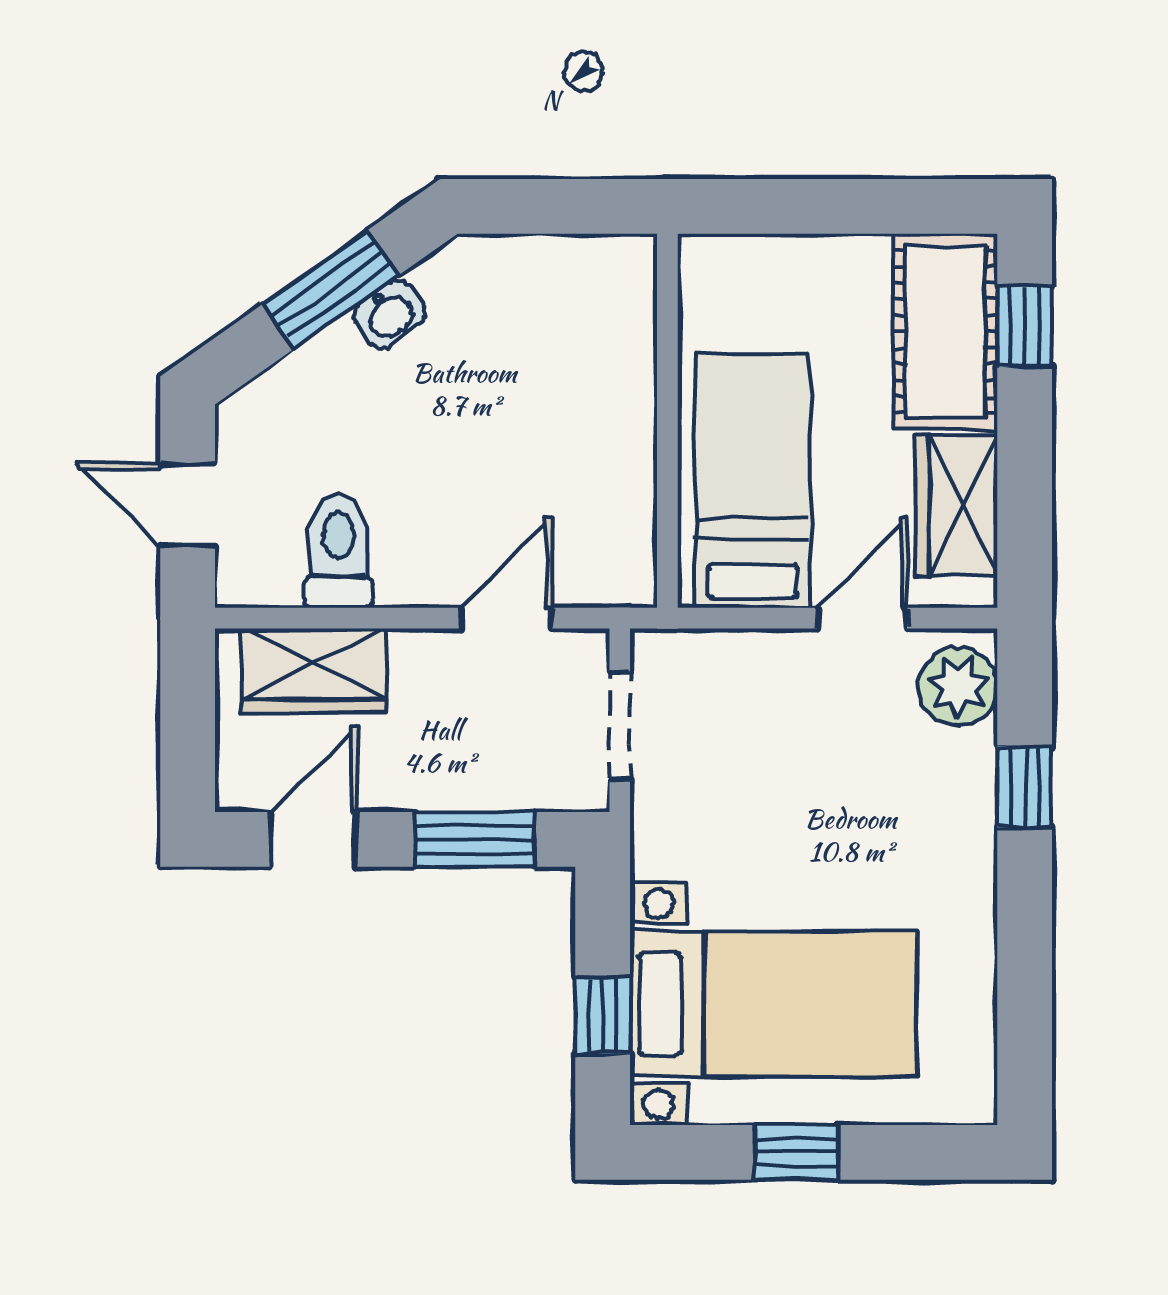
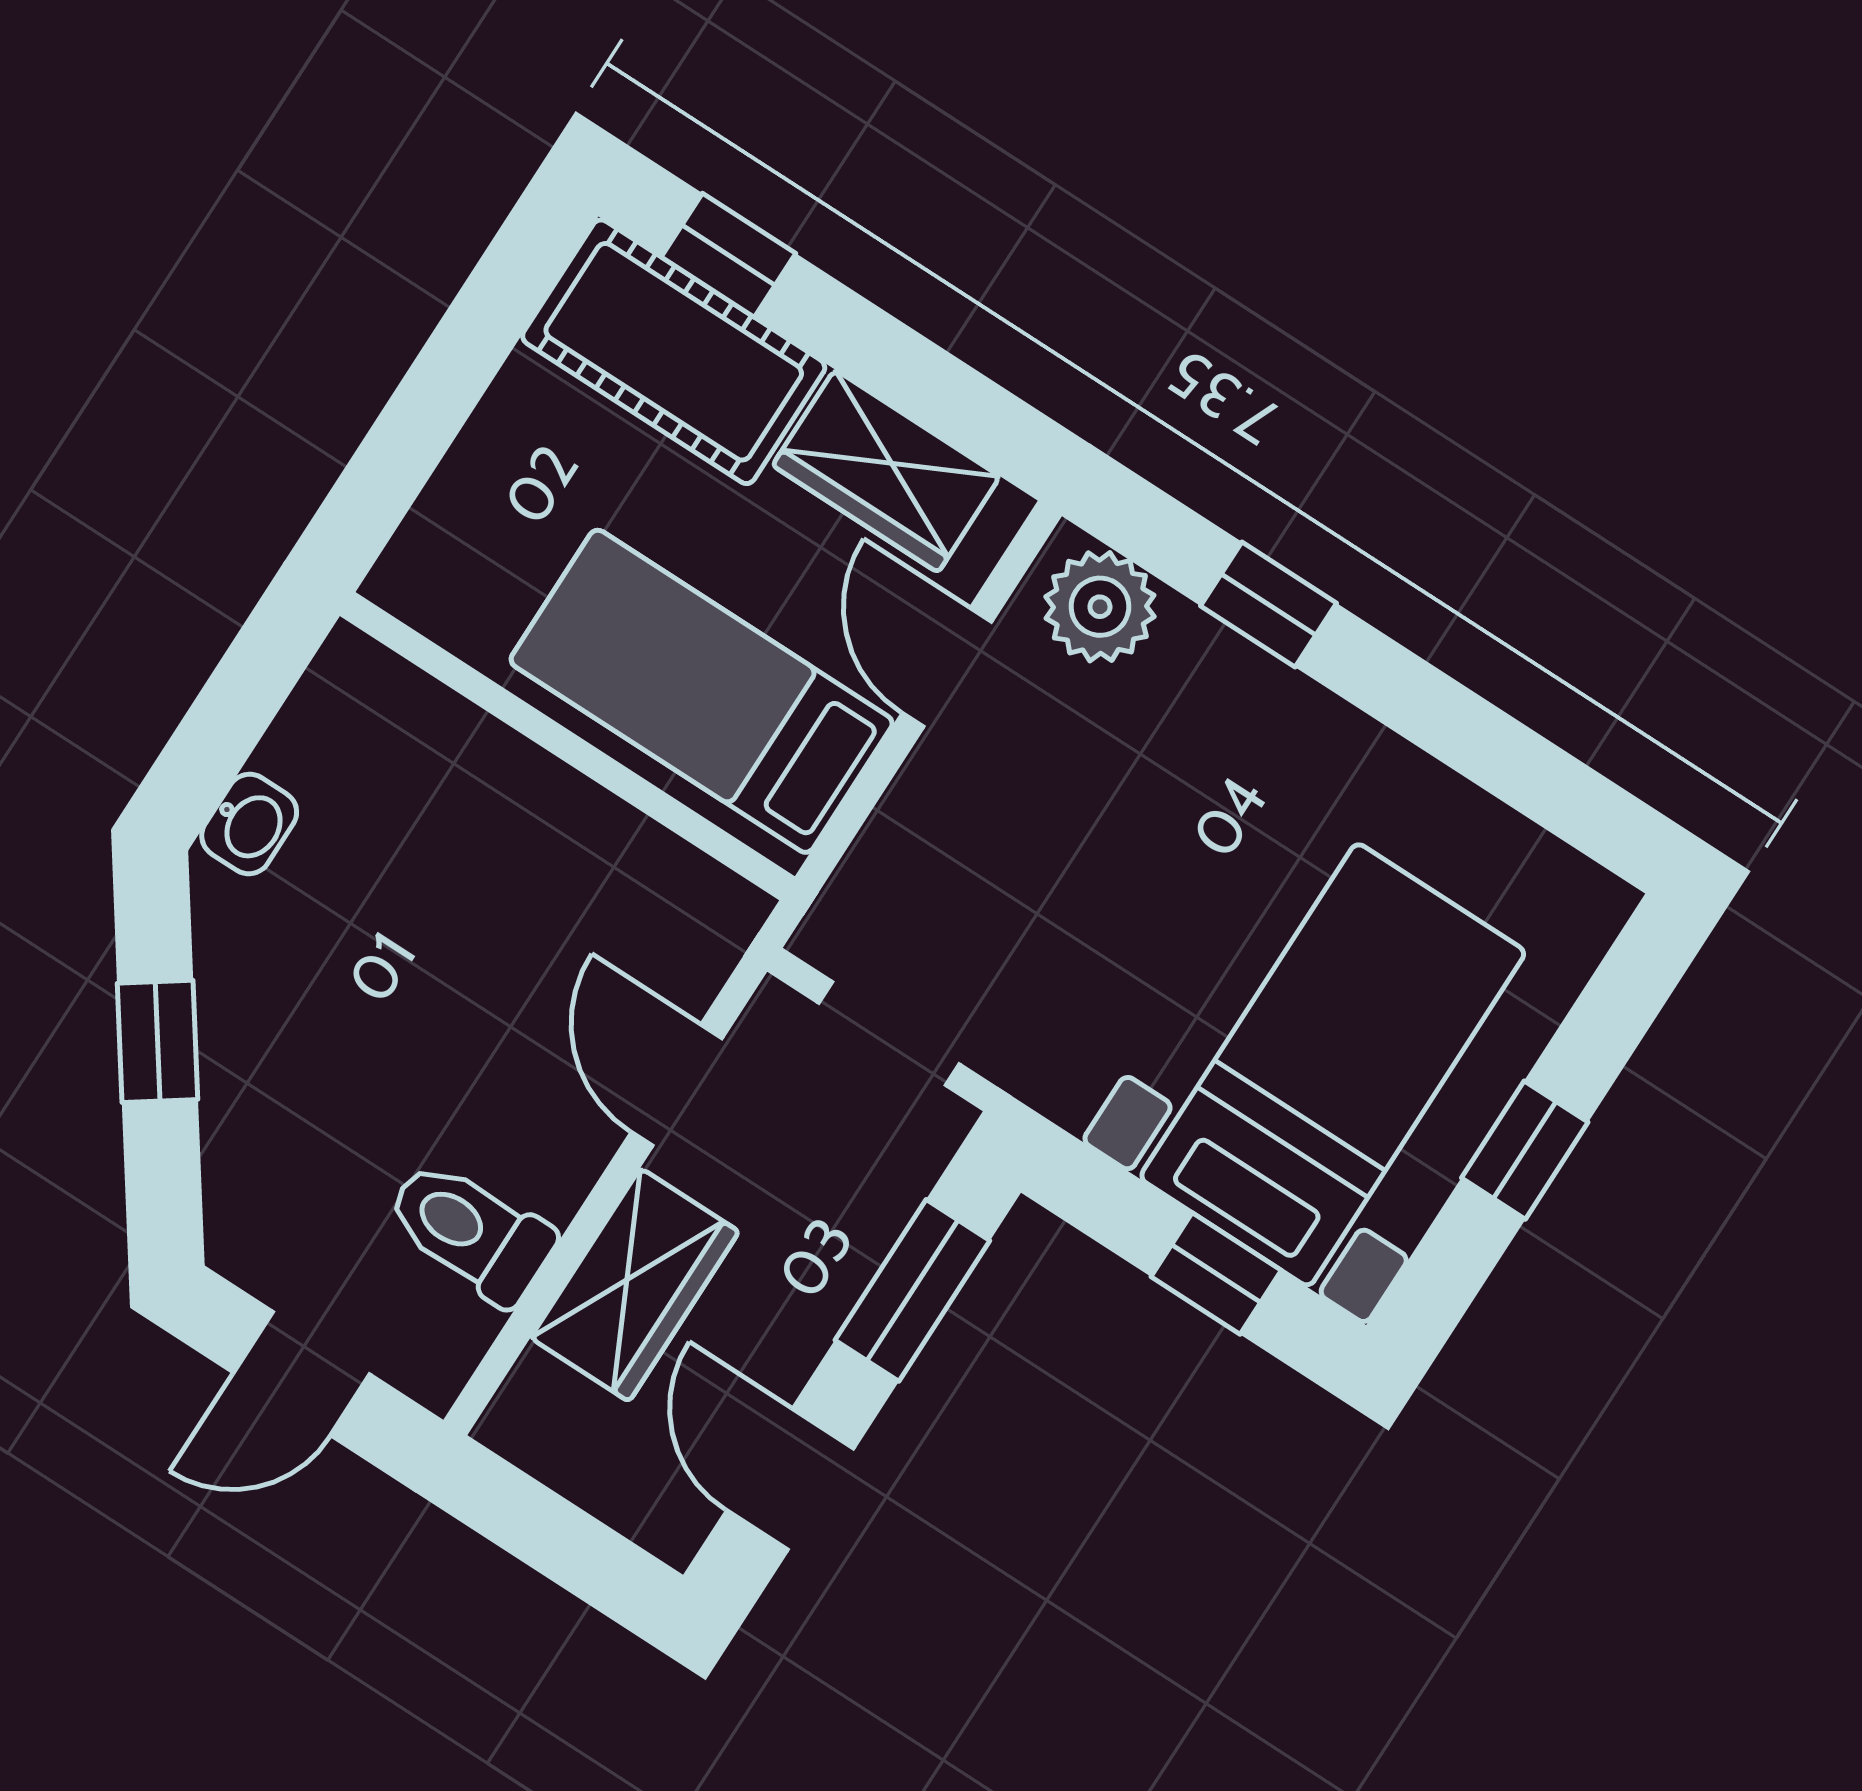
window: (331, 289) -> (158, 1041), width x0.67
washbasin: (389, 314) -> (249, 824), moved, turned 35
wardrobe: (314, 670) -> (635, 1285), moved

